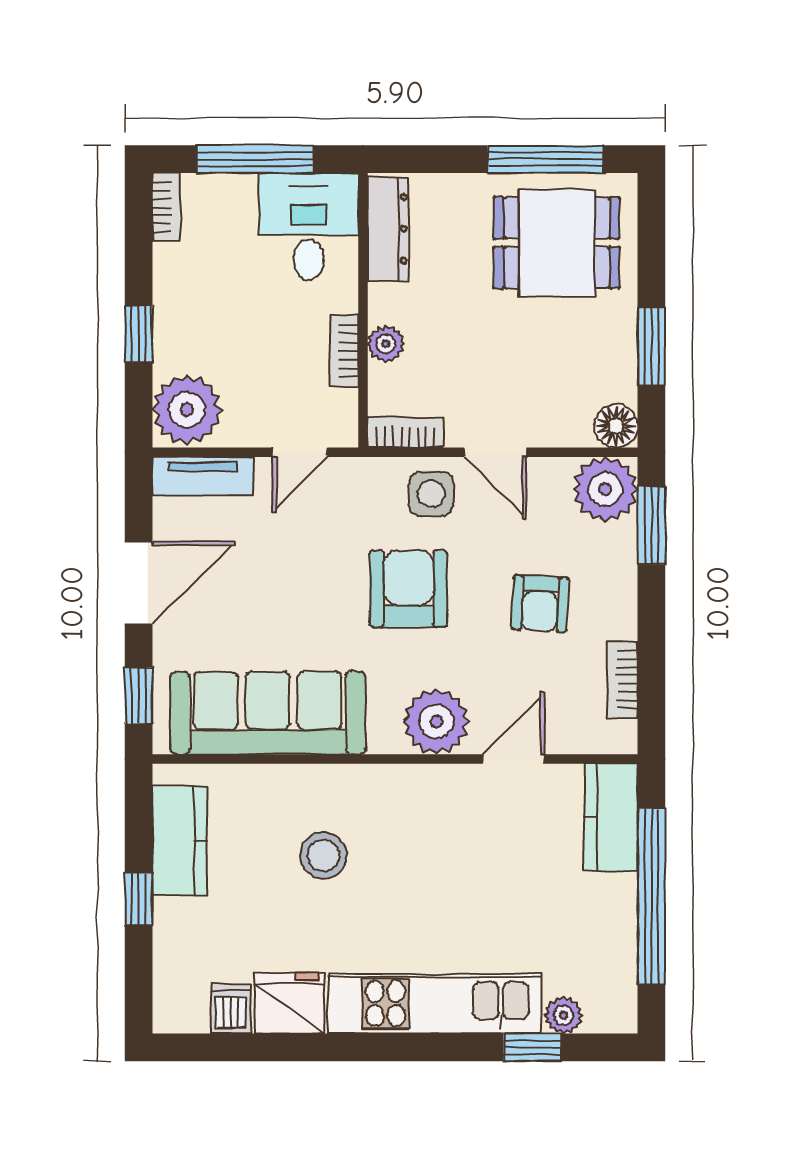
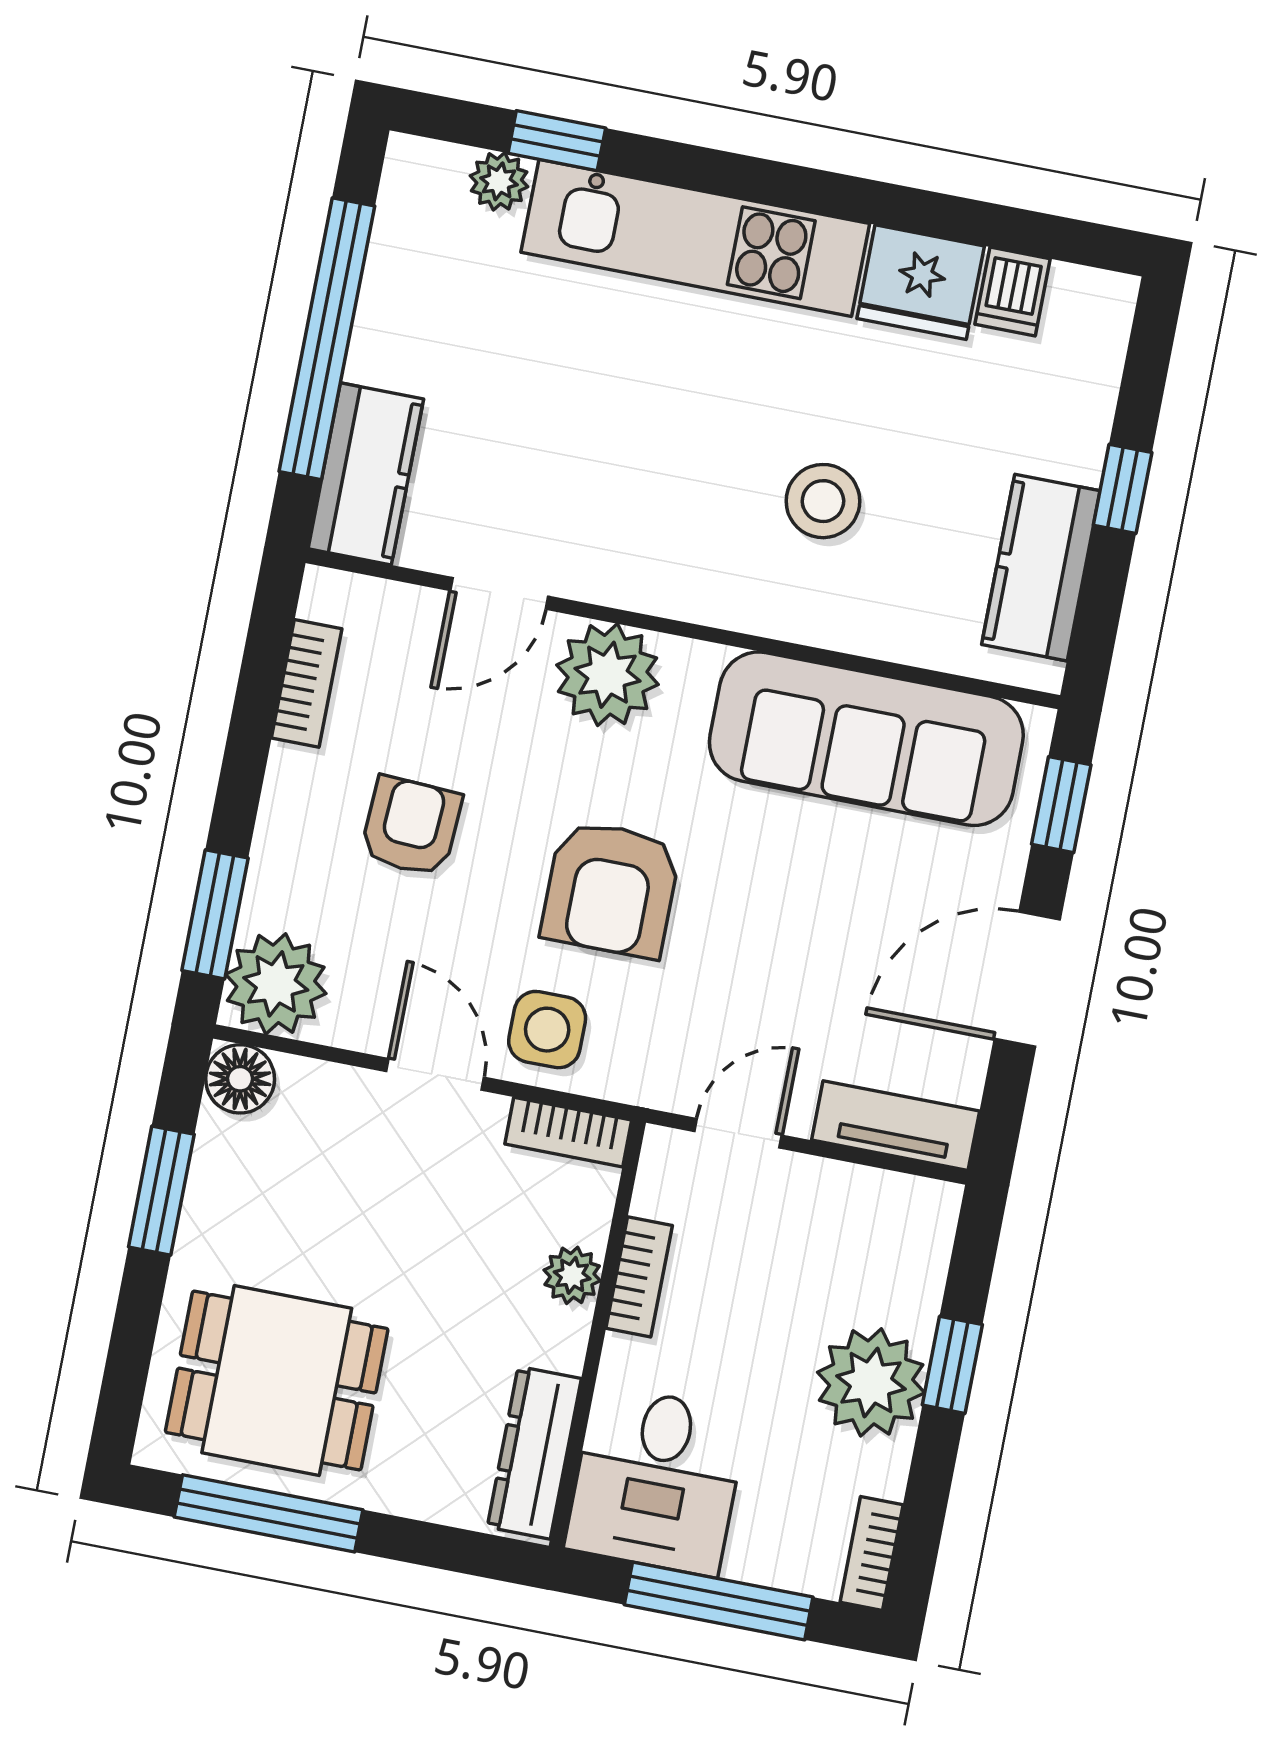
plant: (187, 410) -> (871, 1382), moved

